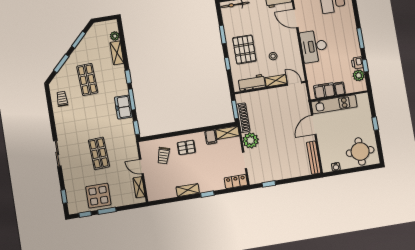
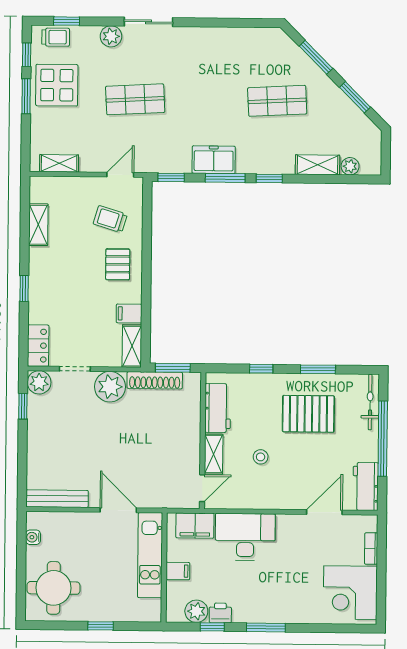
desk: (314, 46) -> (245, 537), moved
pallet: (244, 49) -> (308, 414), moved
filing cabinet: (324, 91) -> (195, 526), moved, turned 90
trolley: (62, 99) -> (56, 37), moved
door: (141, 167) -> (120, 175), moved
plant: (68, 172) -> (111, 36), added
plant: (255, 178) -> (39, 382), added
shelving: (188, 190) -> (38, 225), moved

